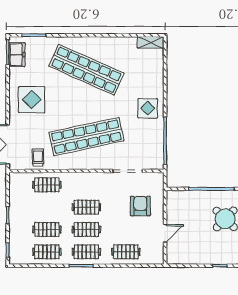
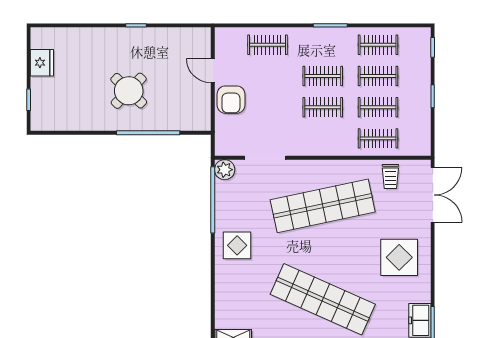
plant: (157, 162) -> (225, 170), added
armchair: (140, 206) -> (231, 100), moved
door: (165, 233) -> (213, 71), hinge flipped
clothes rail: (86, 252) -> (378, 107), moved

